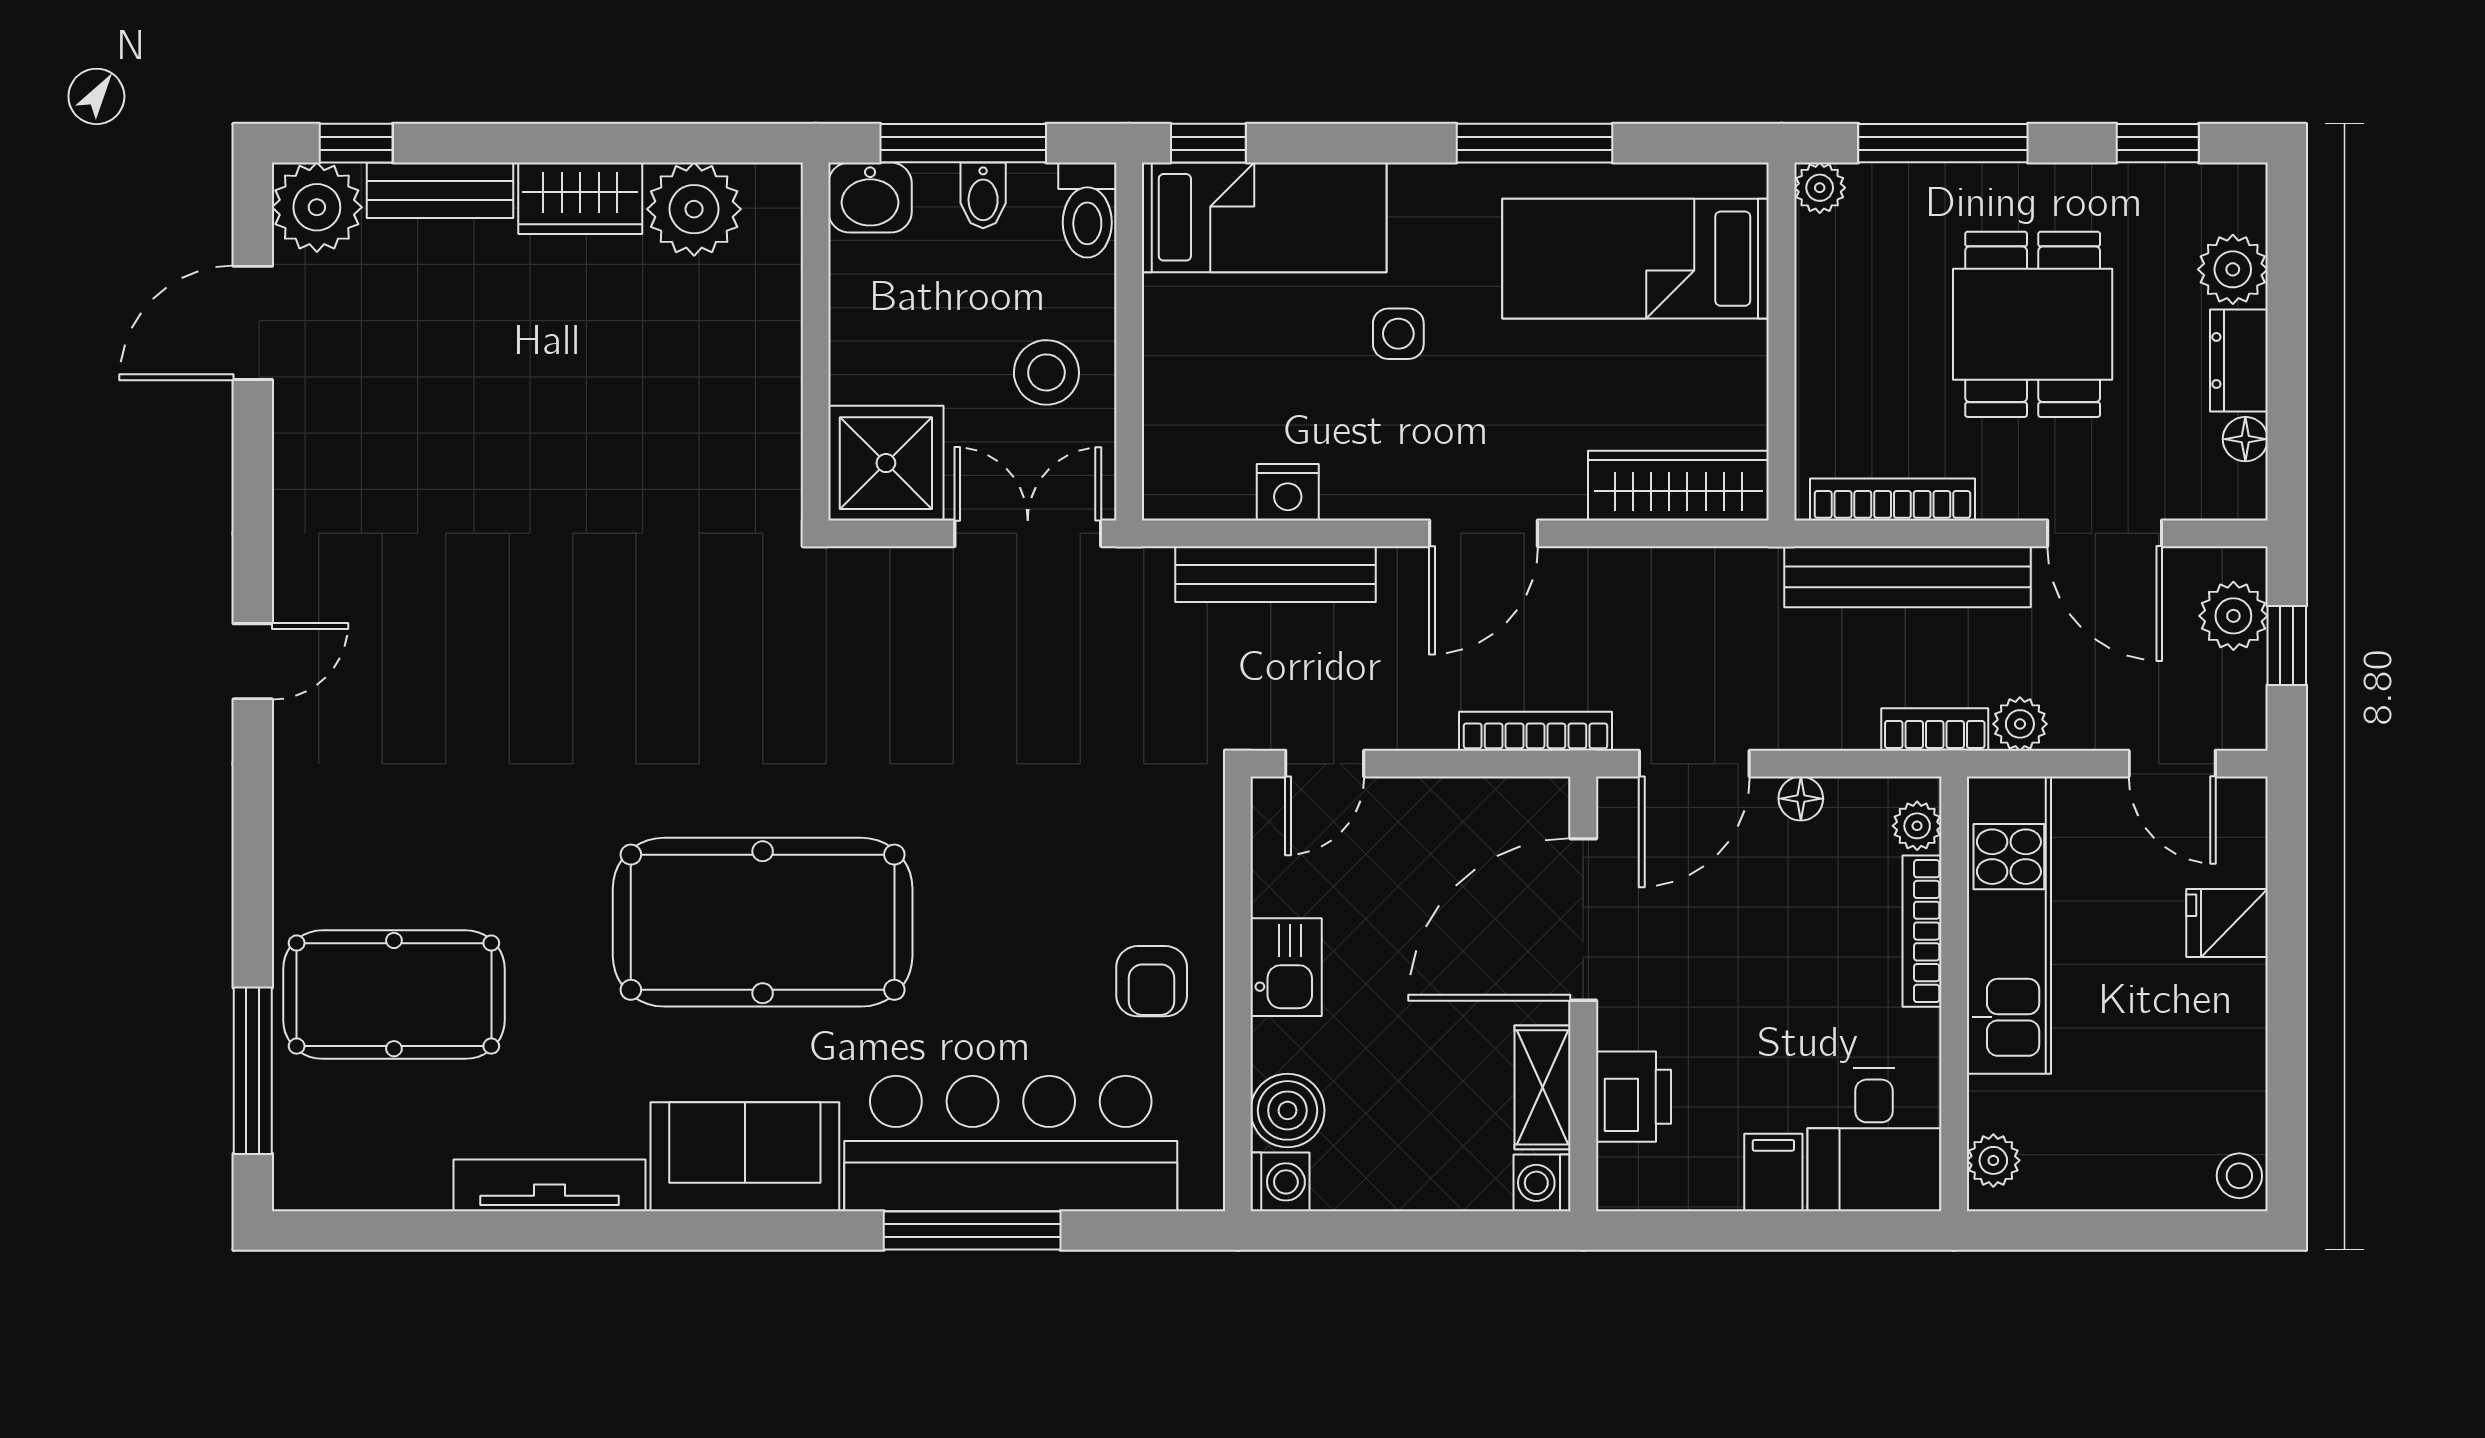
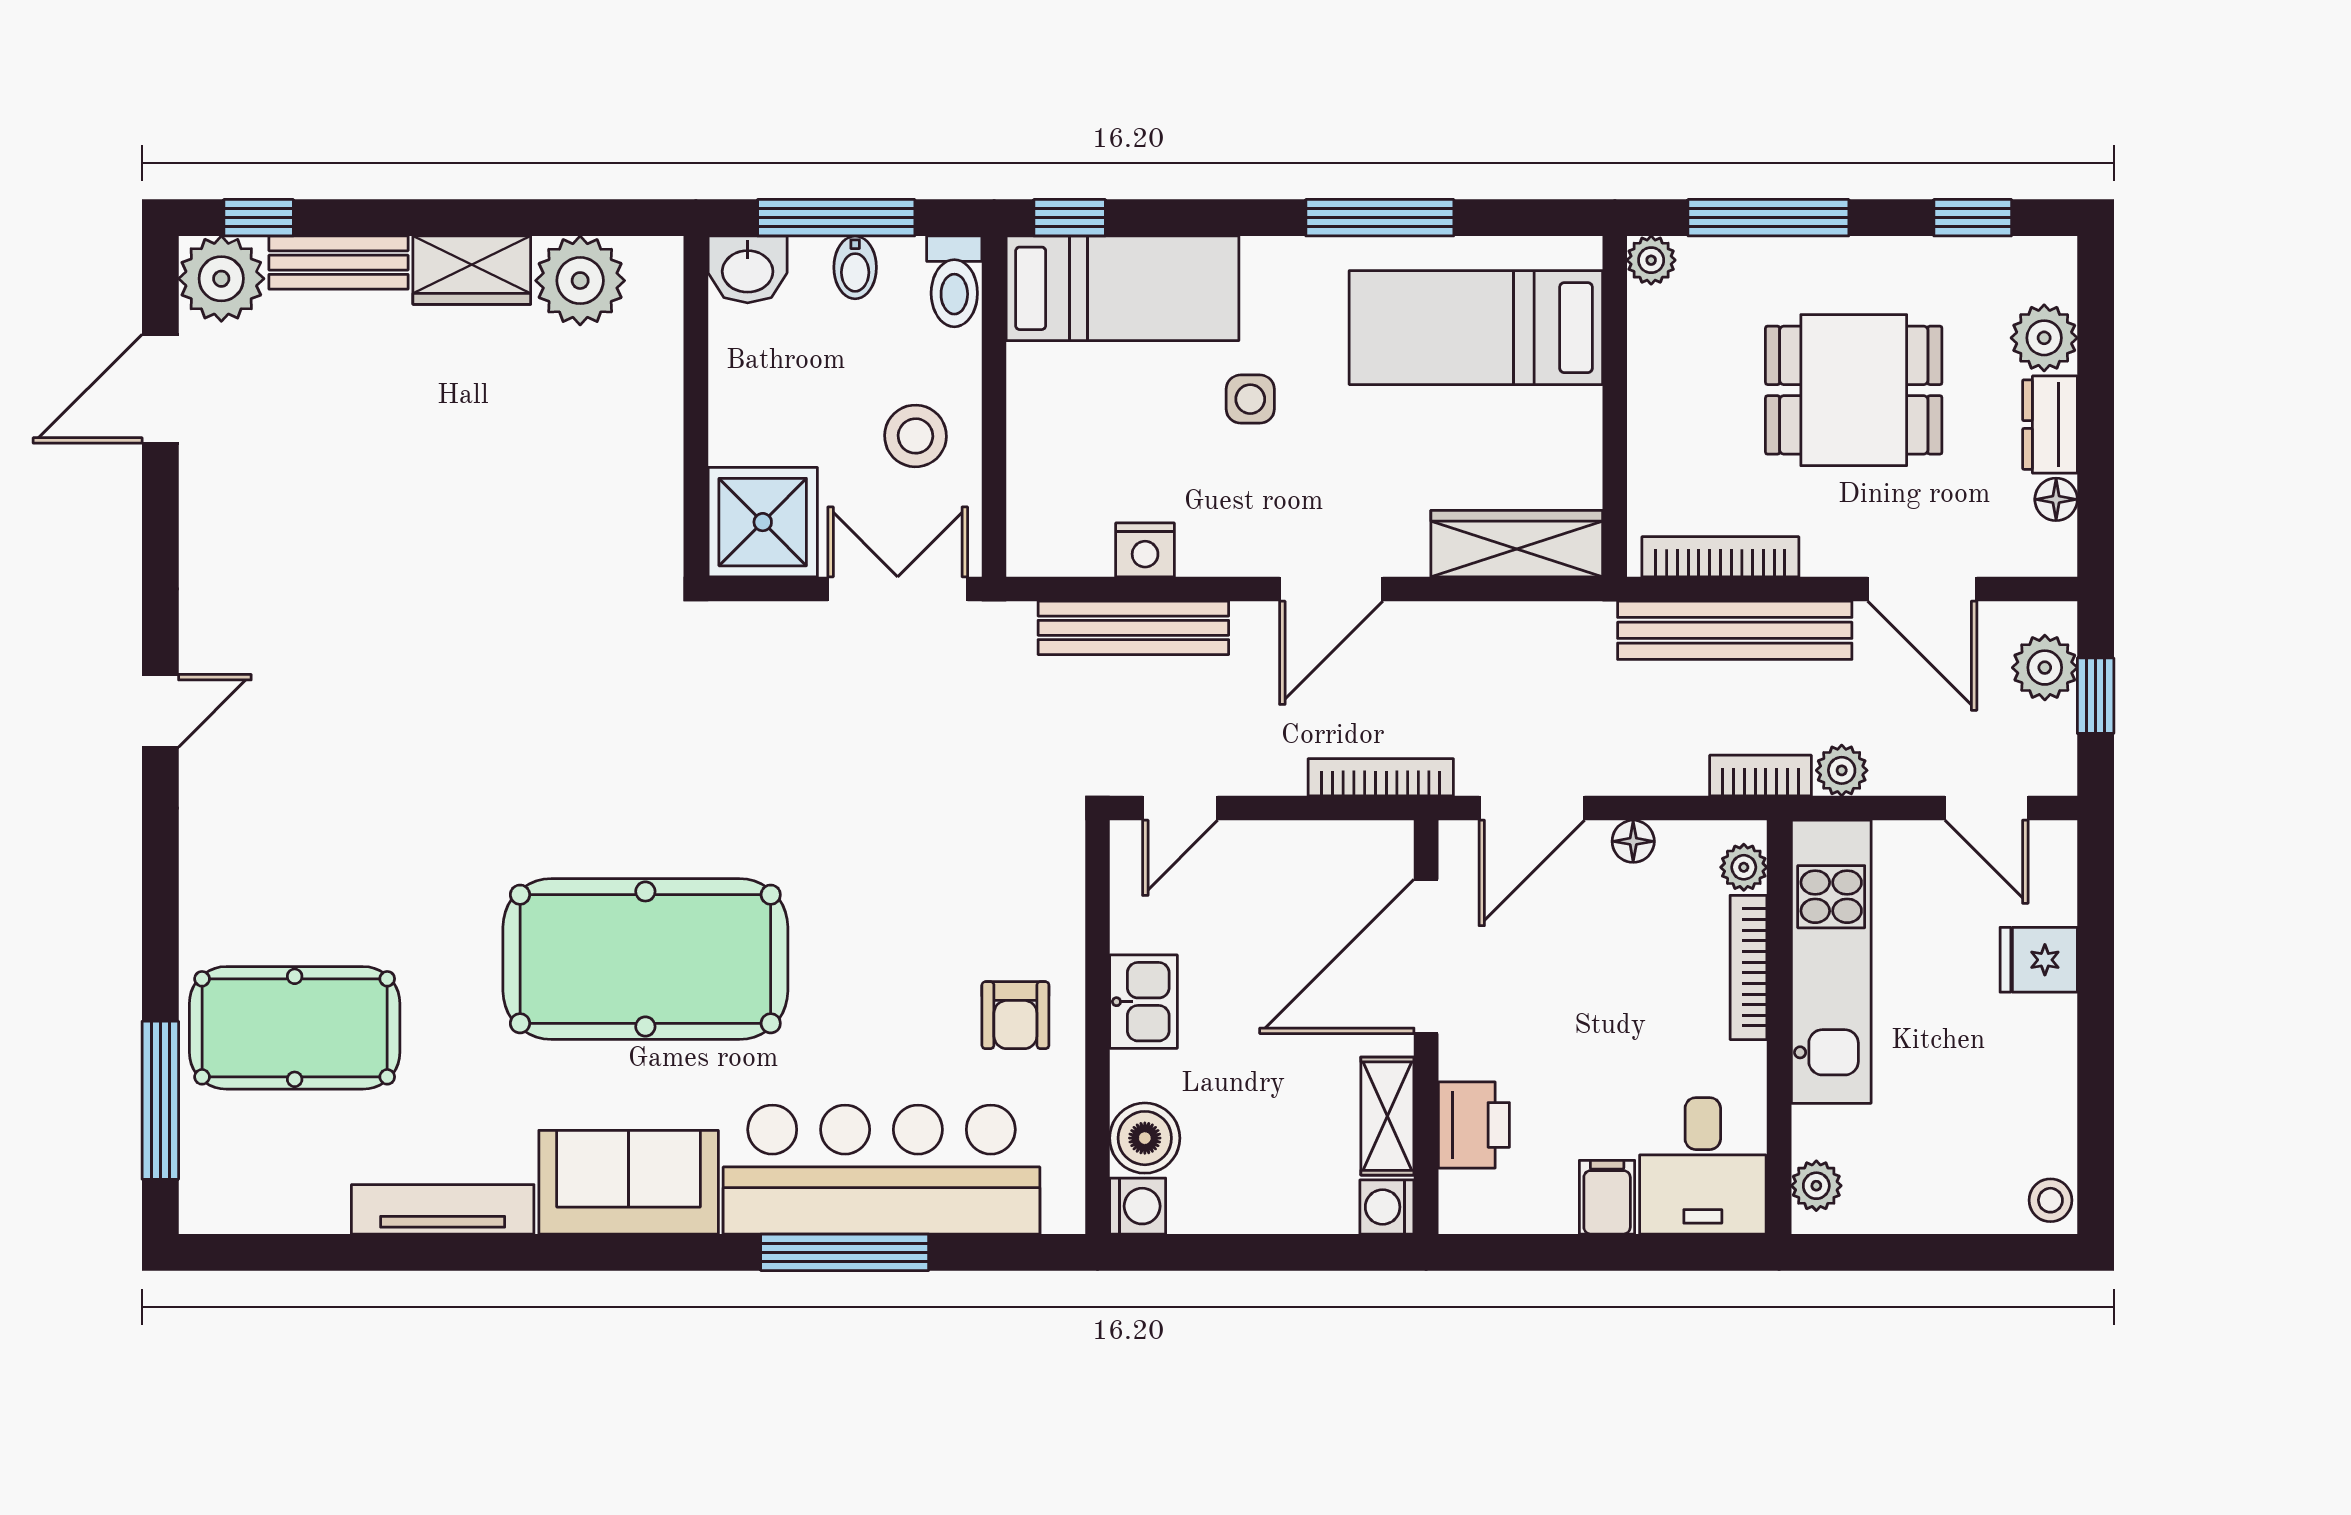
dining table: (2033, 324) -> (1854, 390), turned 90

